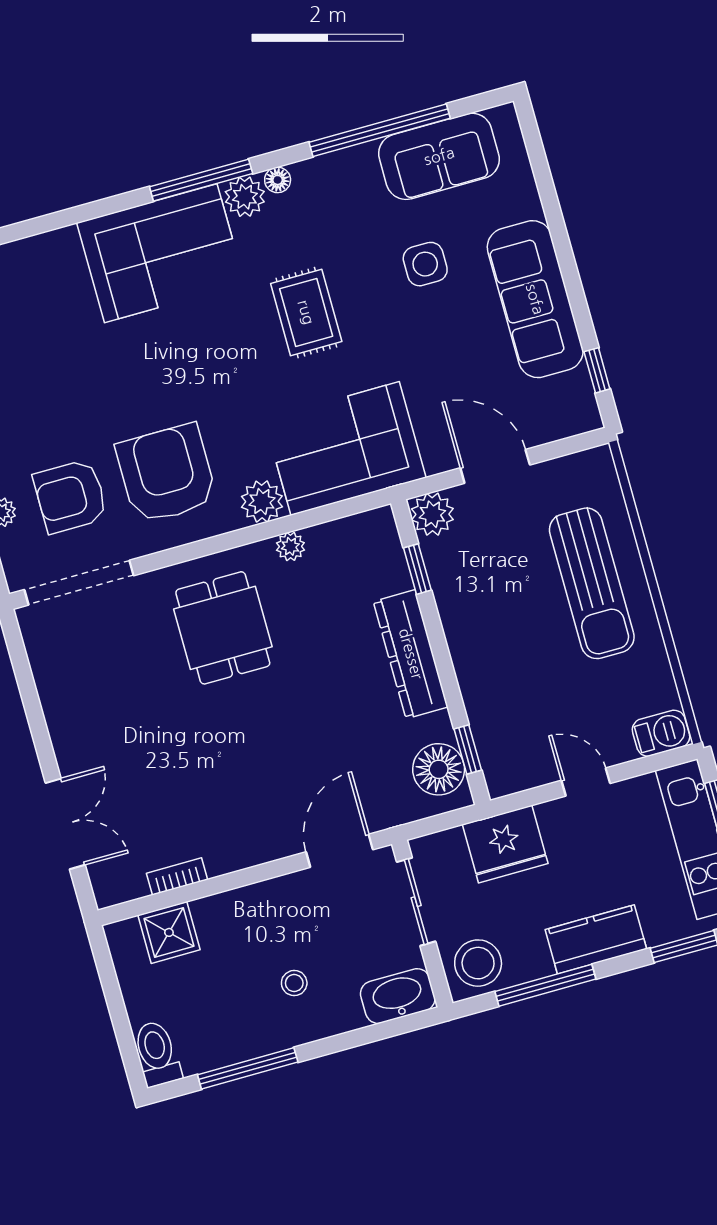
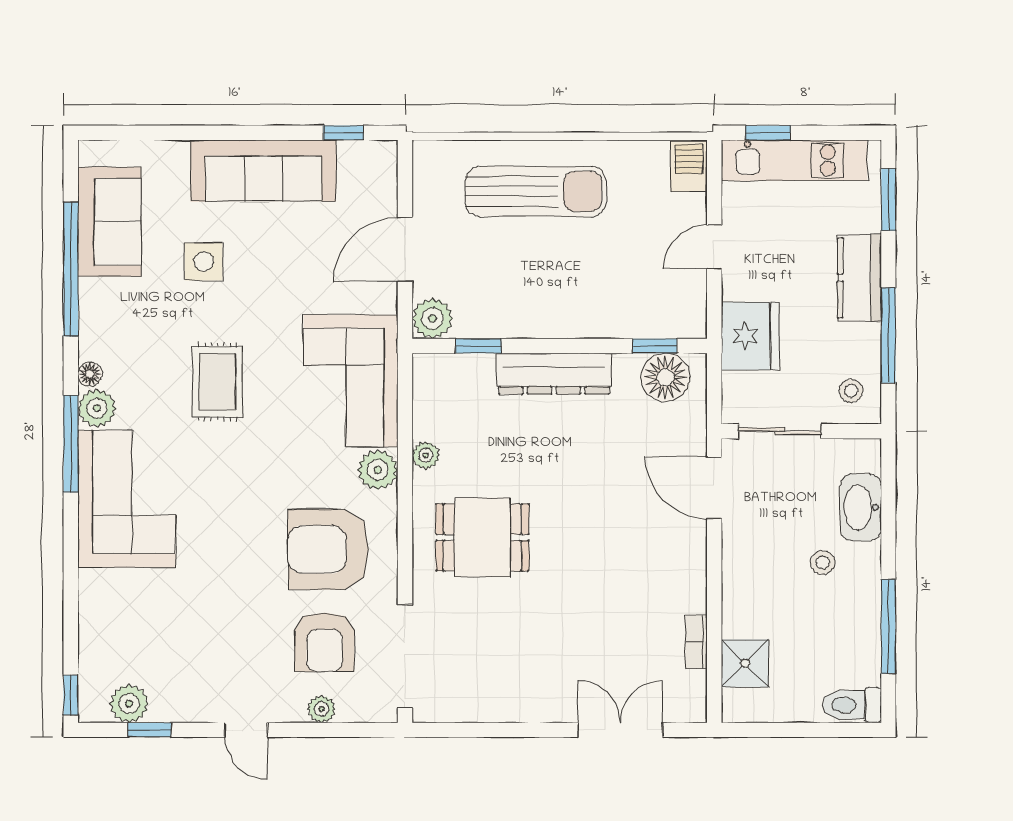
rug: (306, 312) -> (217, 382), turned 90
stool: (478, 963) -> (851, 391), width x0.53, depth x0.53
washbasin: (398, 996) -> (861, 507), moved

